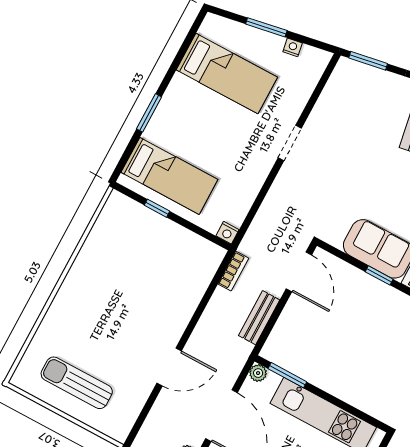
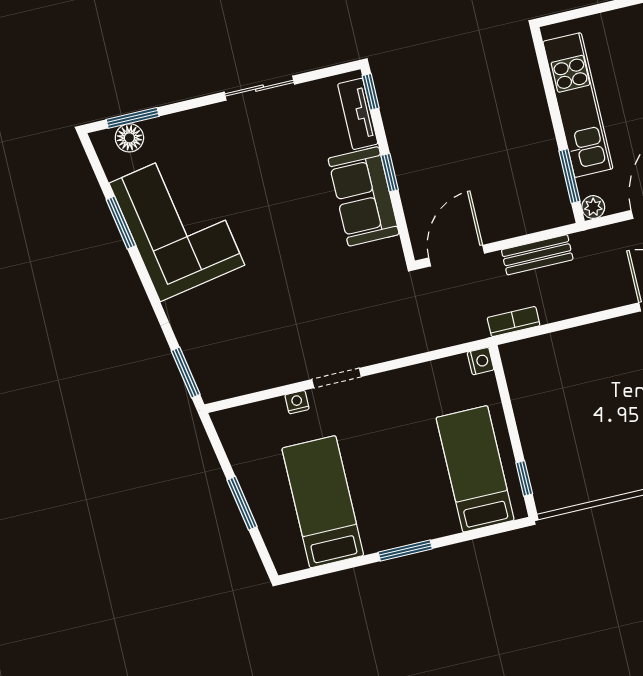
nightstand: (293, 47) -> (297, 402), moved, turned 100
window: (149, 113) -> (405, 550), moved
window: (157, 208) -> (524, 478), moved

